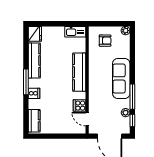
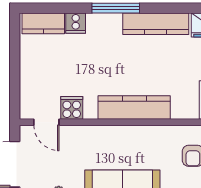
cooker: (34, 93) -> (76, 23), moved
door: (87, 119) -> (46, 122), swing flipped

